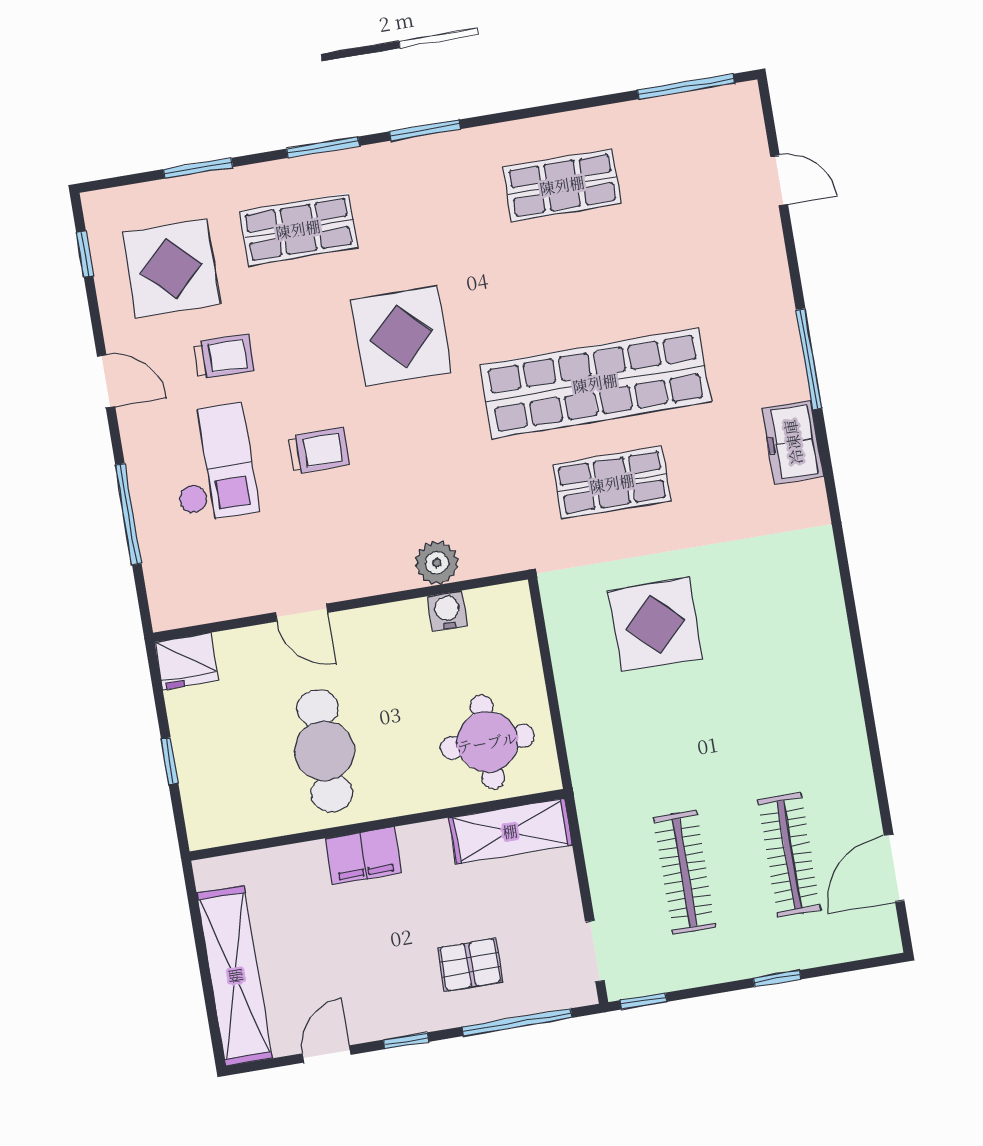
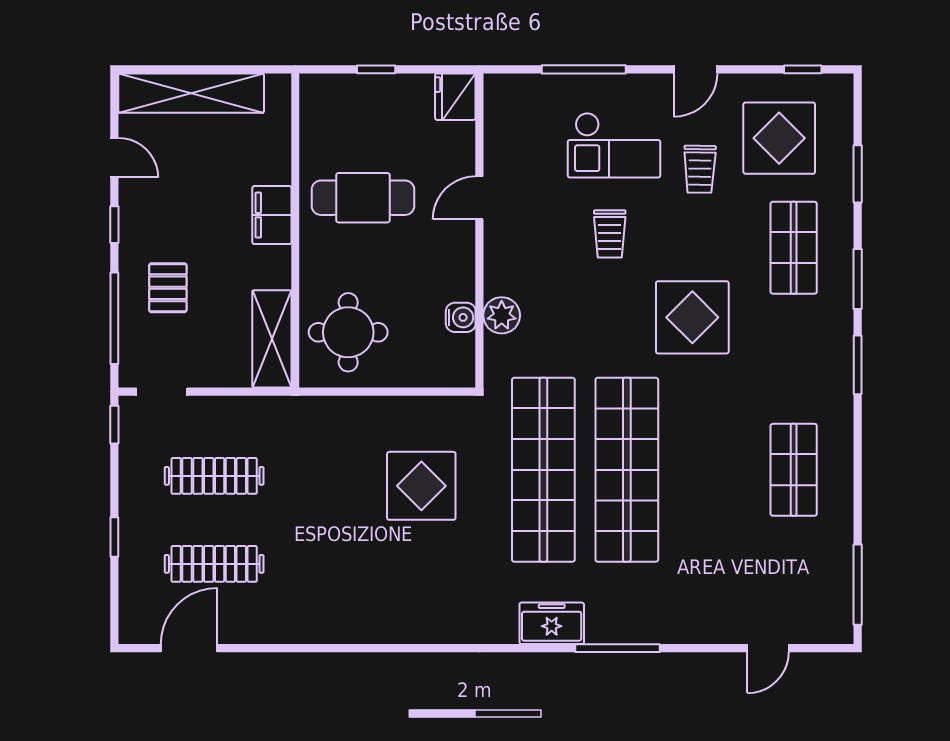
shop shelf: (612, 483) -> (543, 470), width x2.00, depth x1.36
door: (894, 868) -> (189, 648), hinge flipped

